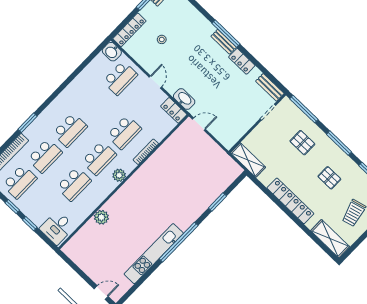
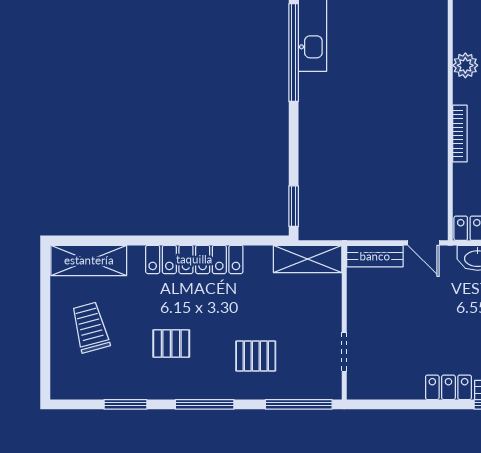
bench: (270, 87) -> (375, 256), moved
door: (199, 124) -> (424, 243), hinge flipped
window: (217, 202) -> (294, 206), moved

